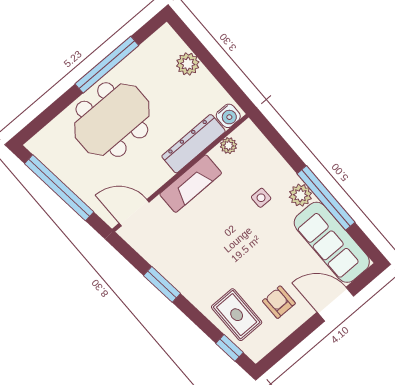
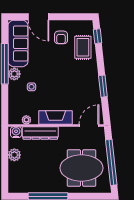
plant: (188, 64) -> (14, 155), moved
meeting table: (112, 120) -> (82, 168), moved
door: (134, 213) -> (89, 126), swing flipped

